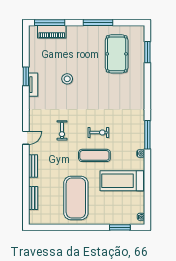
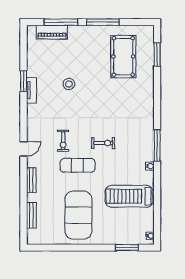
window: (50, 23) -> (61, 22), moved
exercise mat: (94, 155) -> (78, 165), moved

